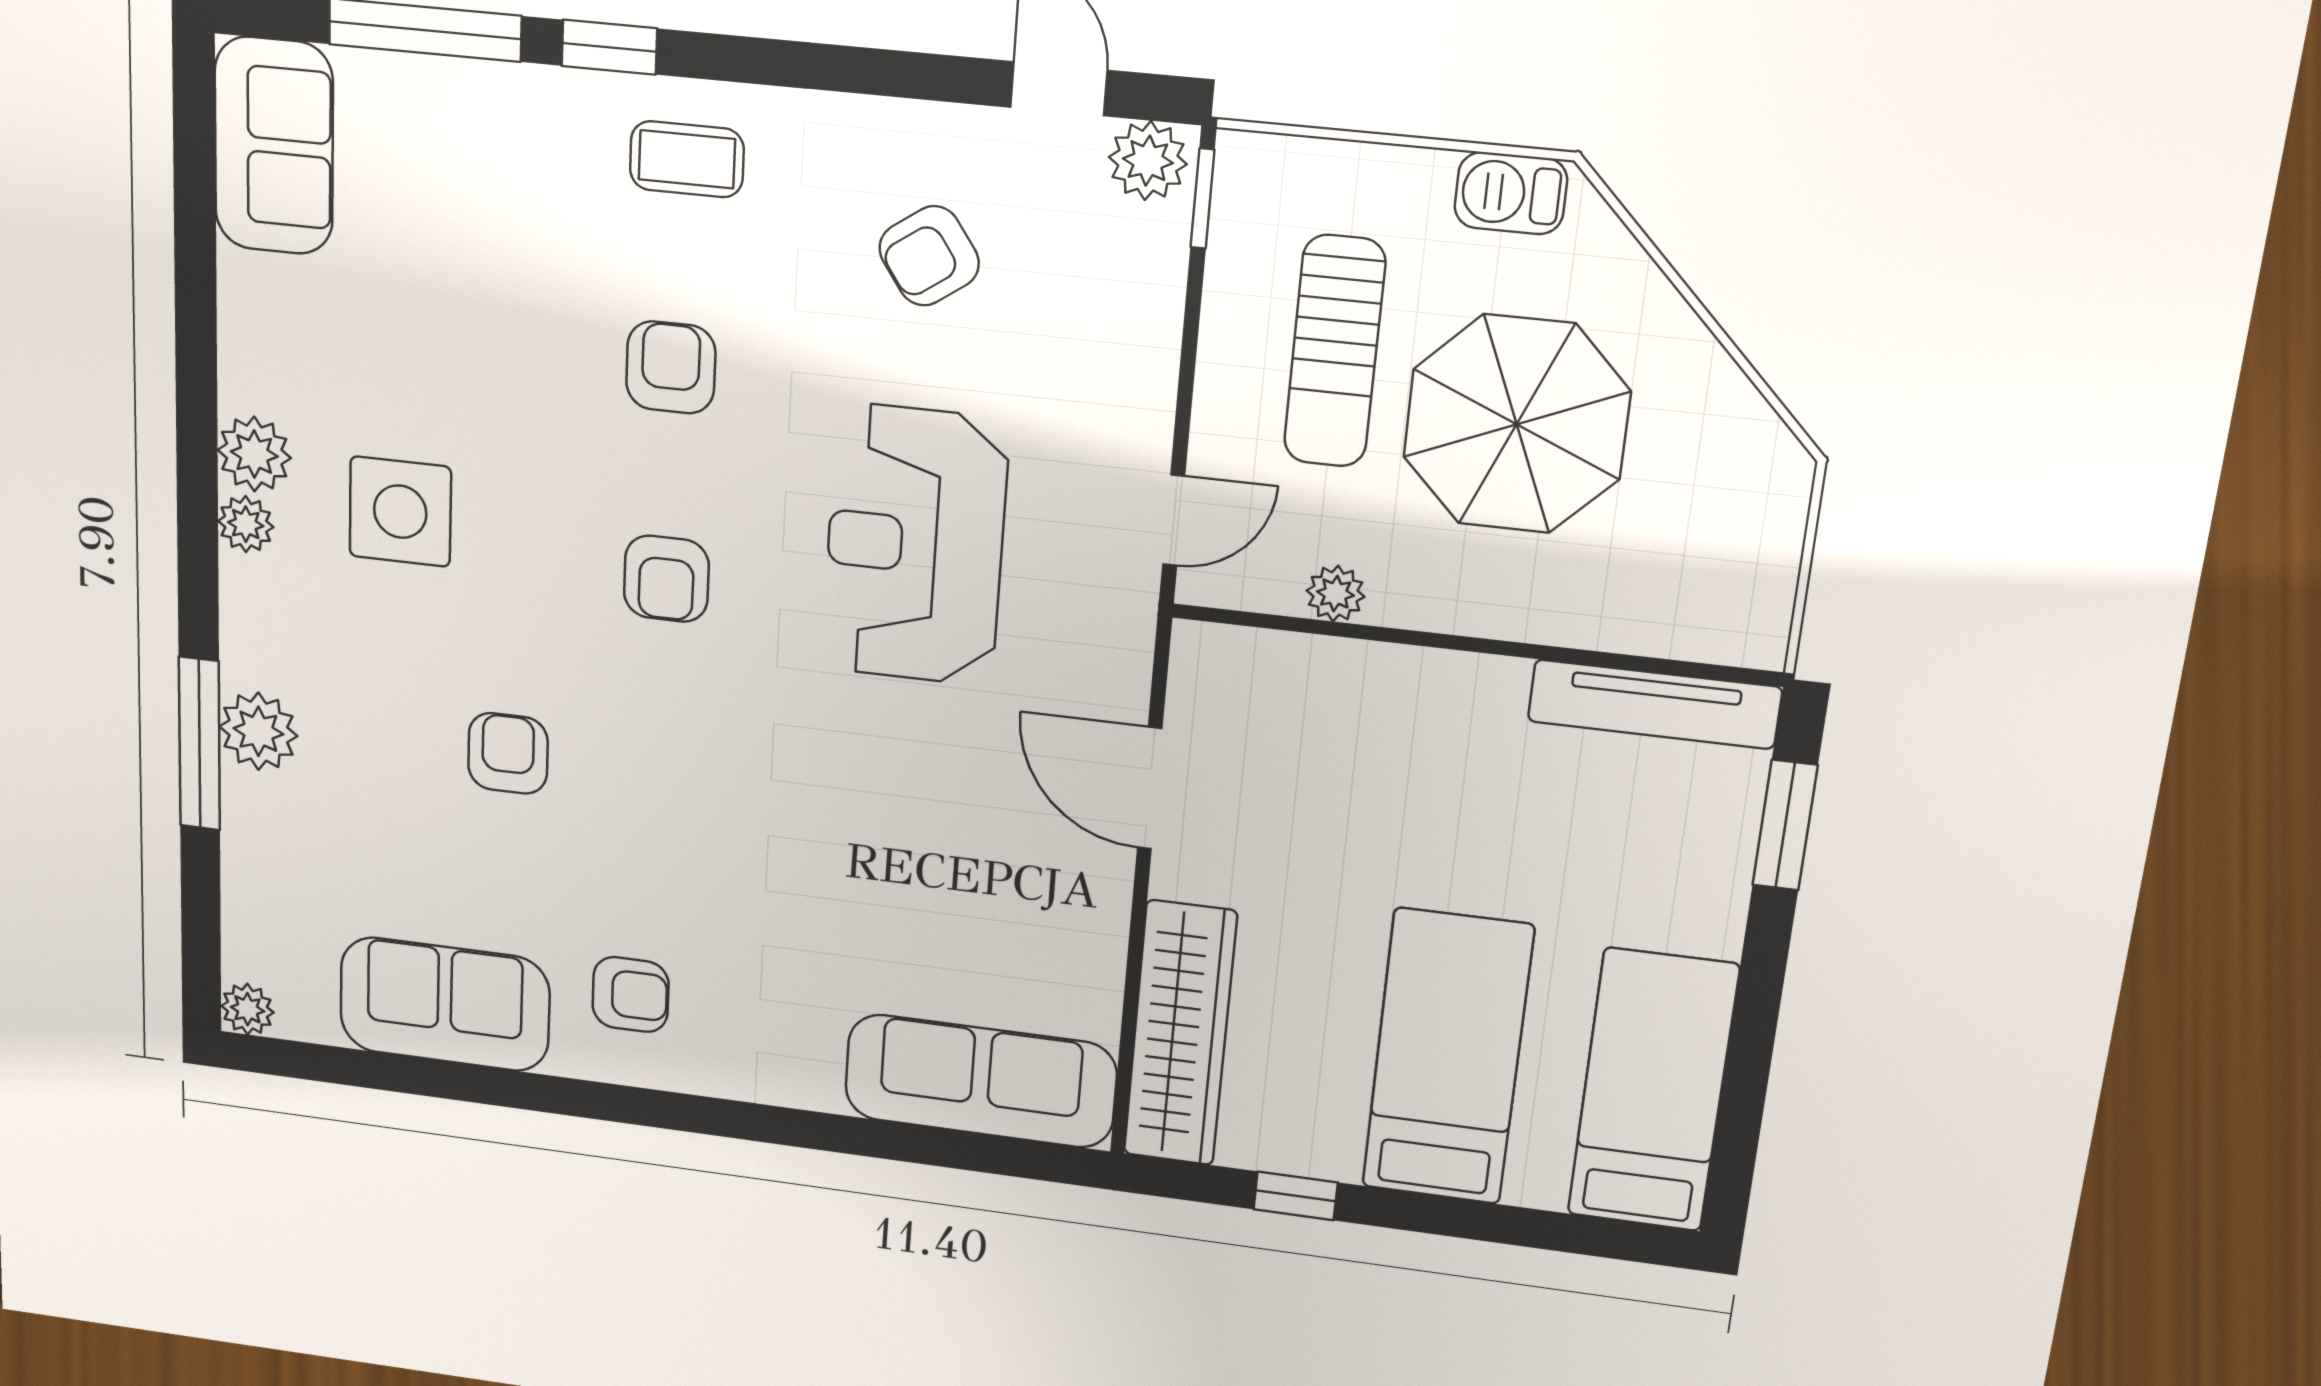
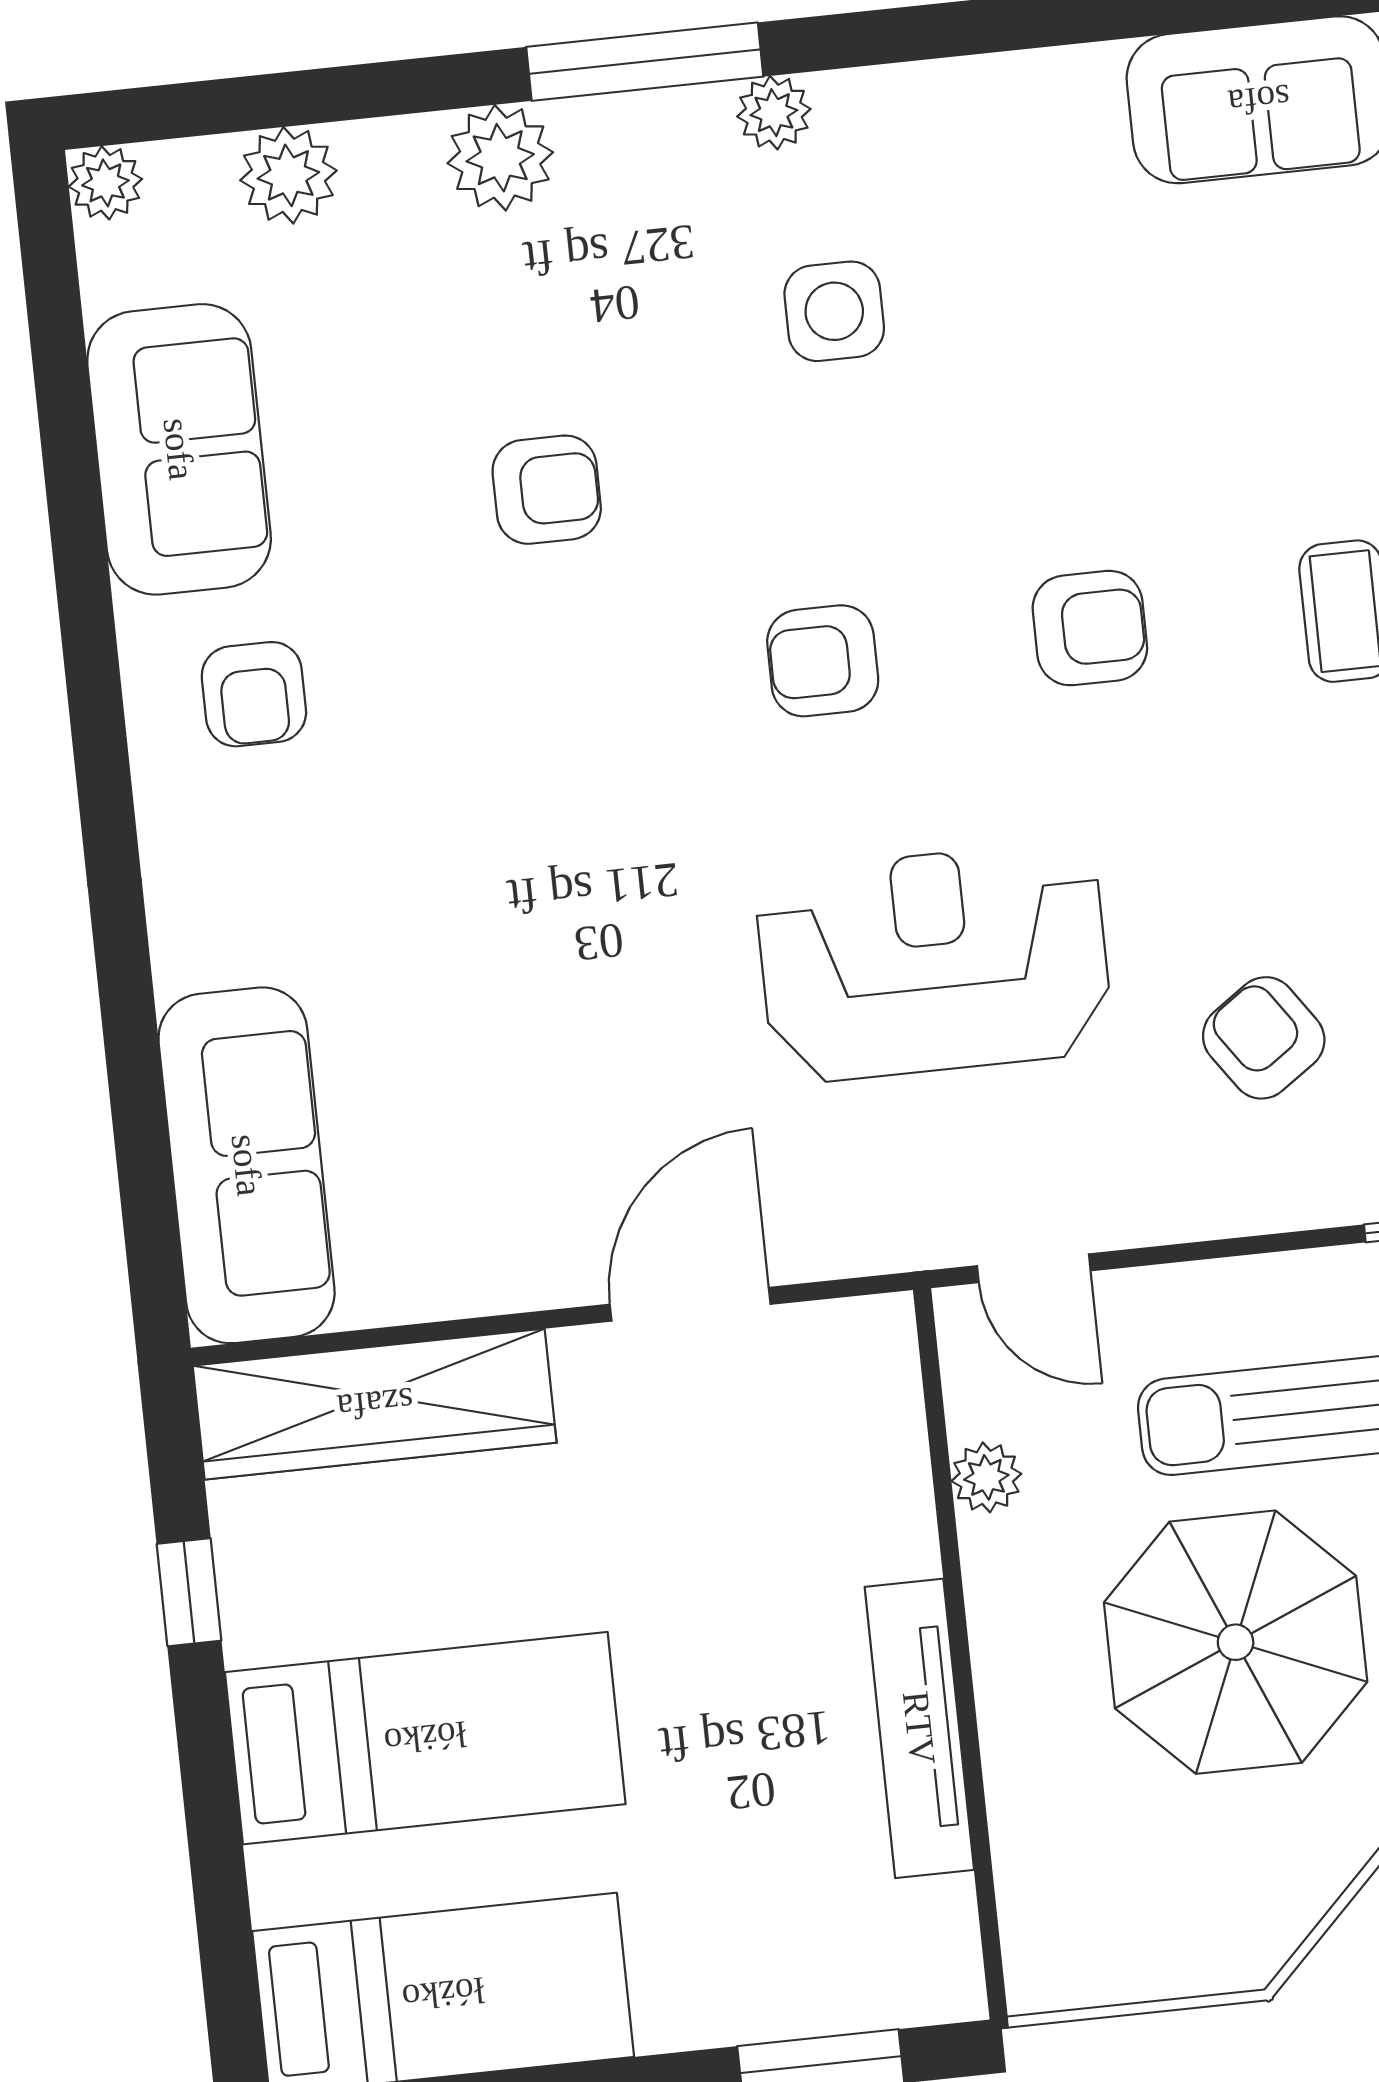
armchair: (929, 256) -> (1264, 1038), moved
plant: (254, 454) -> (288, 175), moved
side table: (400, 512) -> (834, 311), width x0.73, depth x0.73
tv unit: (1654, 704) -> (919, 1728), moved
window: (199, 744) -> (645, 62), moved

